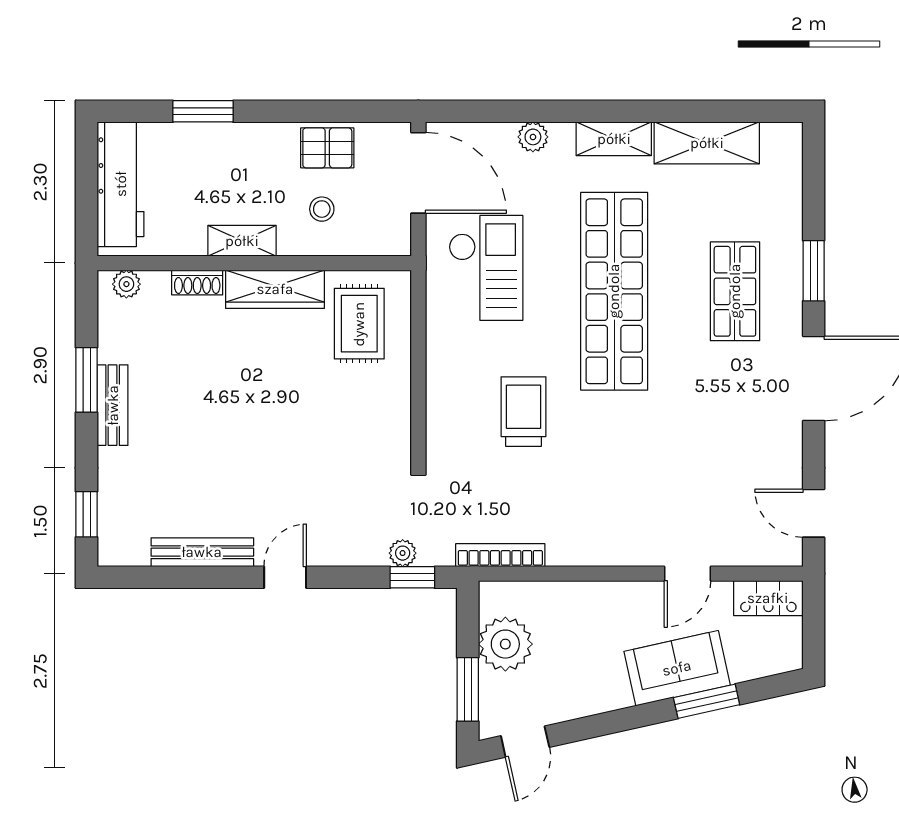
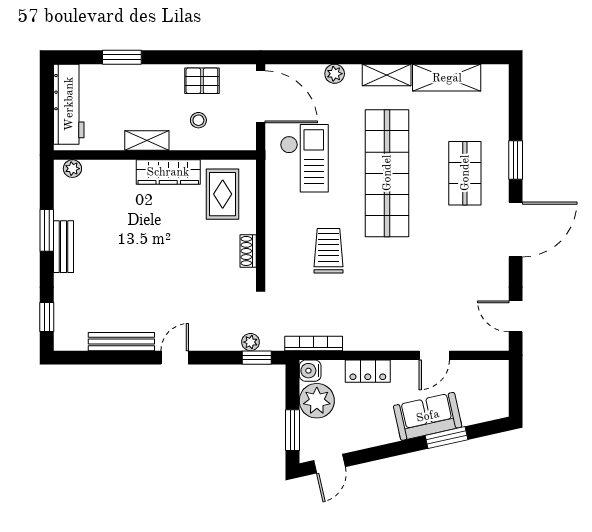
shoe rack: (197, 283) -> (248, 251), moved, turned 90
water cooler: (495, 597) -> (310, 371), added
locker: (768, 598) -> (368, 371), moved

